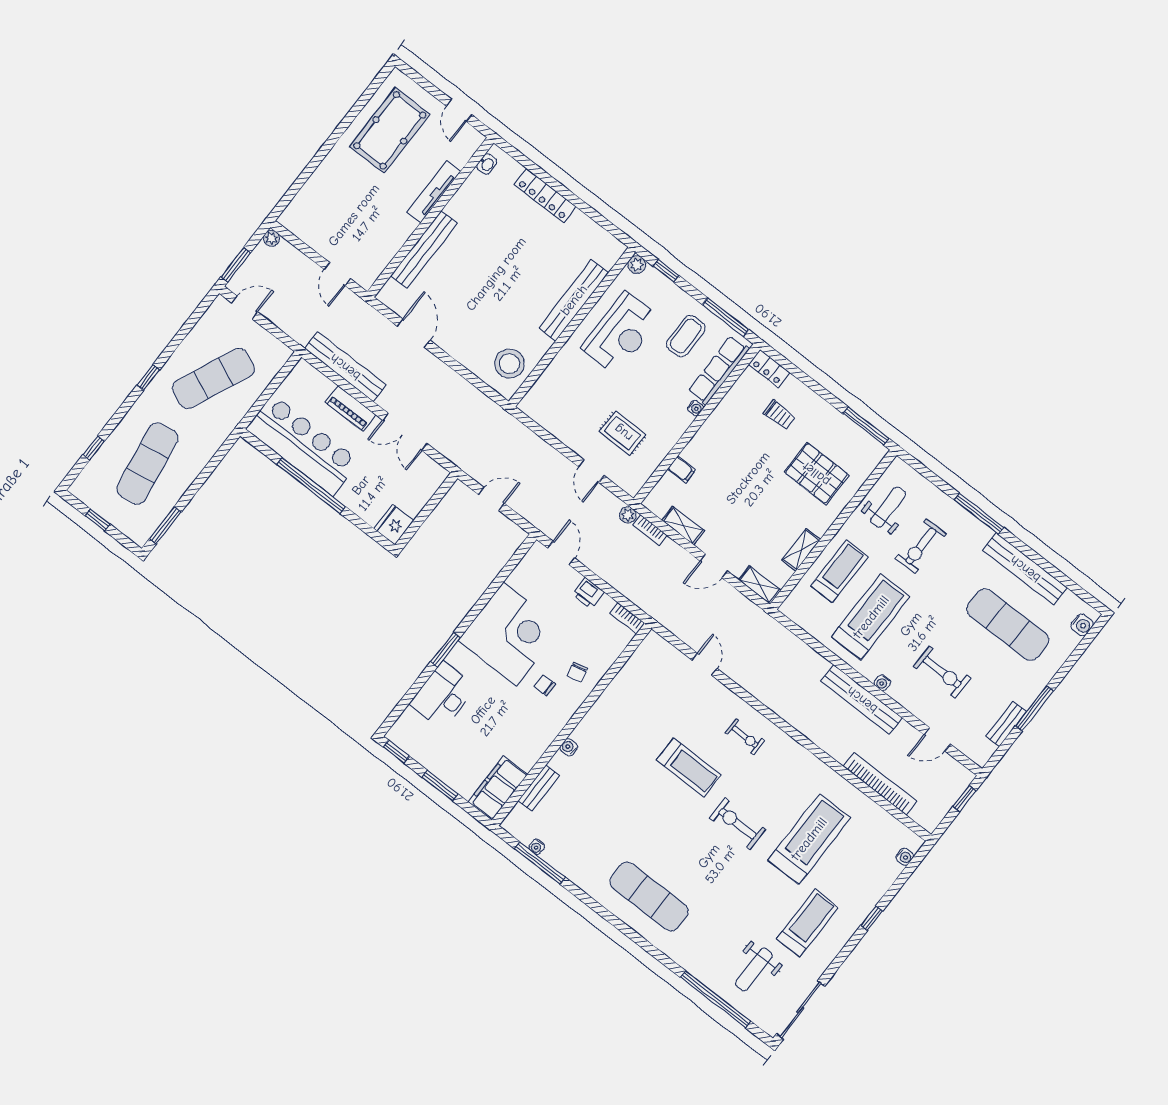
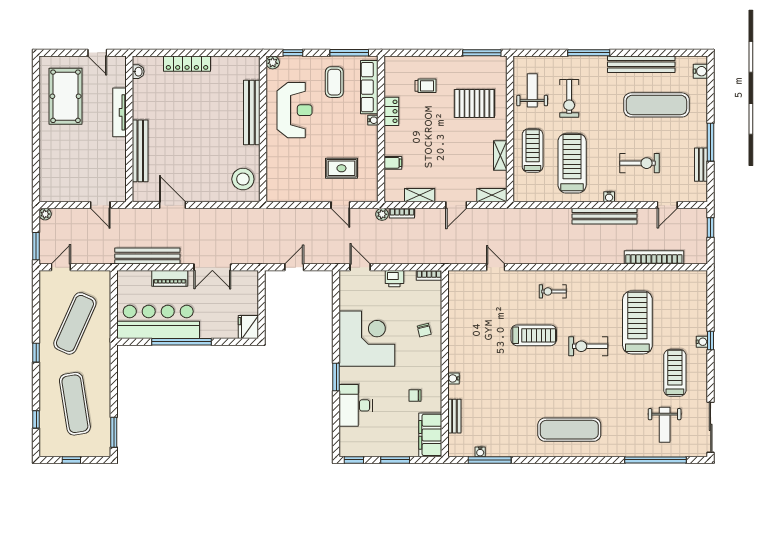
locker: (769, 368) -> (391, 111), moved, turned -90
chair: (545, 685) -> (415, 395), moved
exercise bike: (745, 737) -> (553, 291), turned 180
water cooler: (905, 857) -> (702, 342), moved

